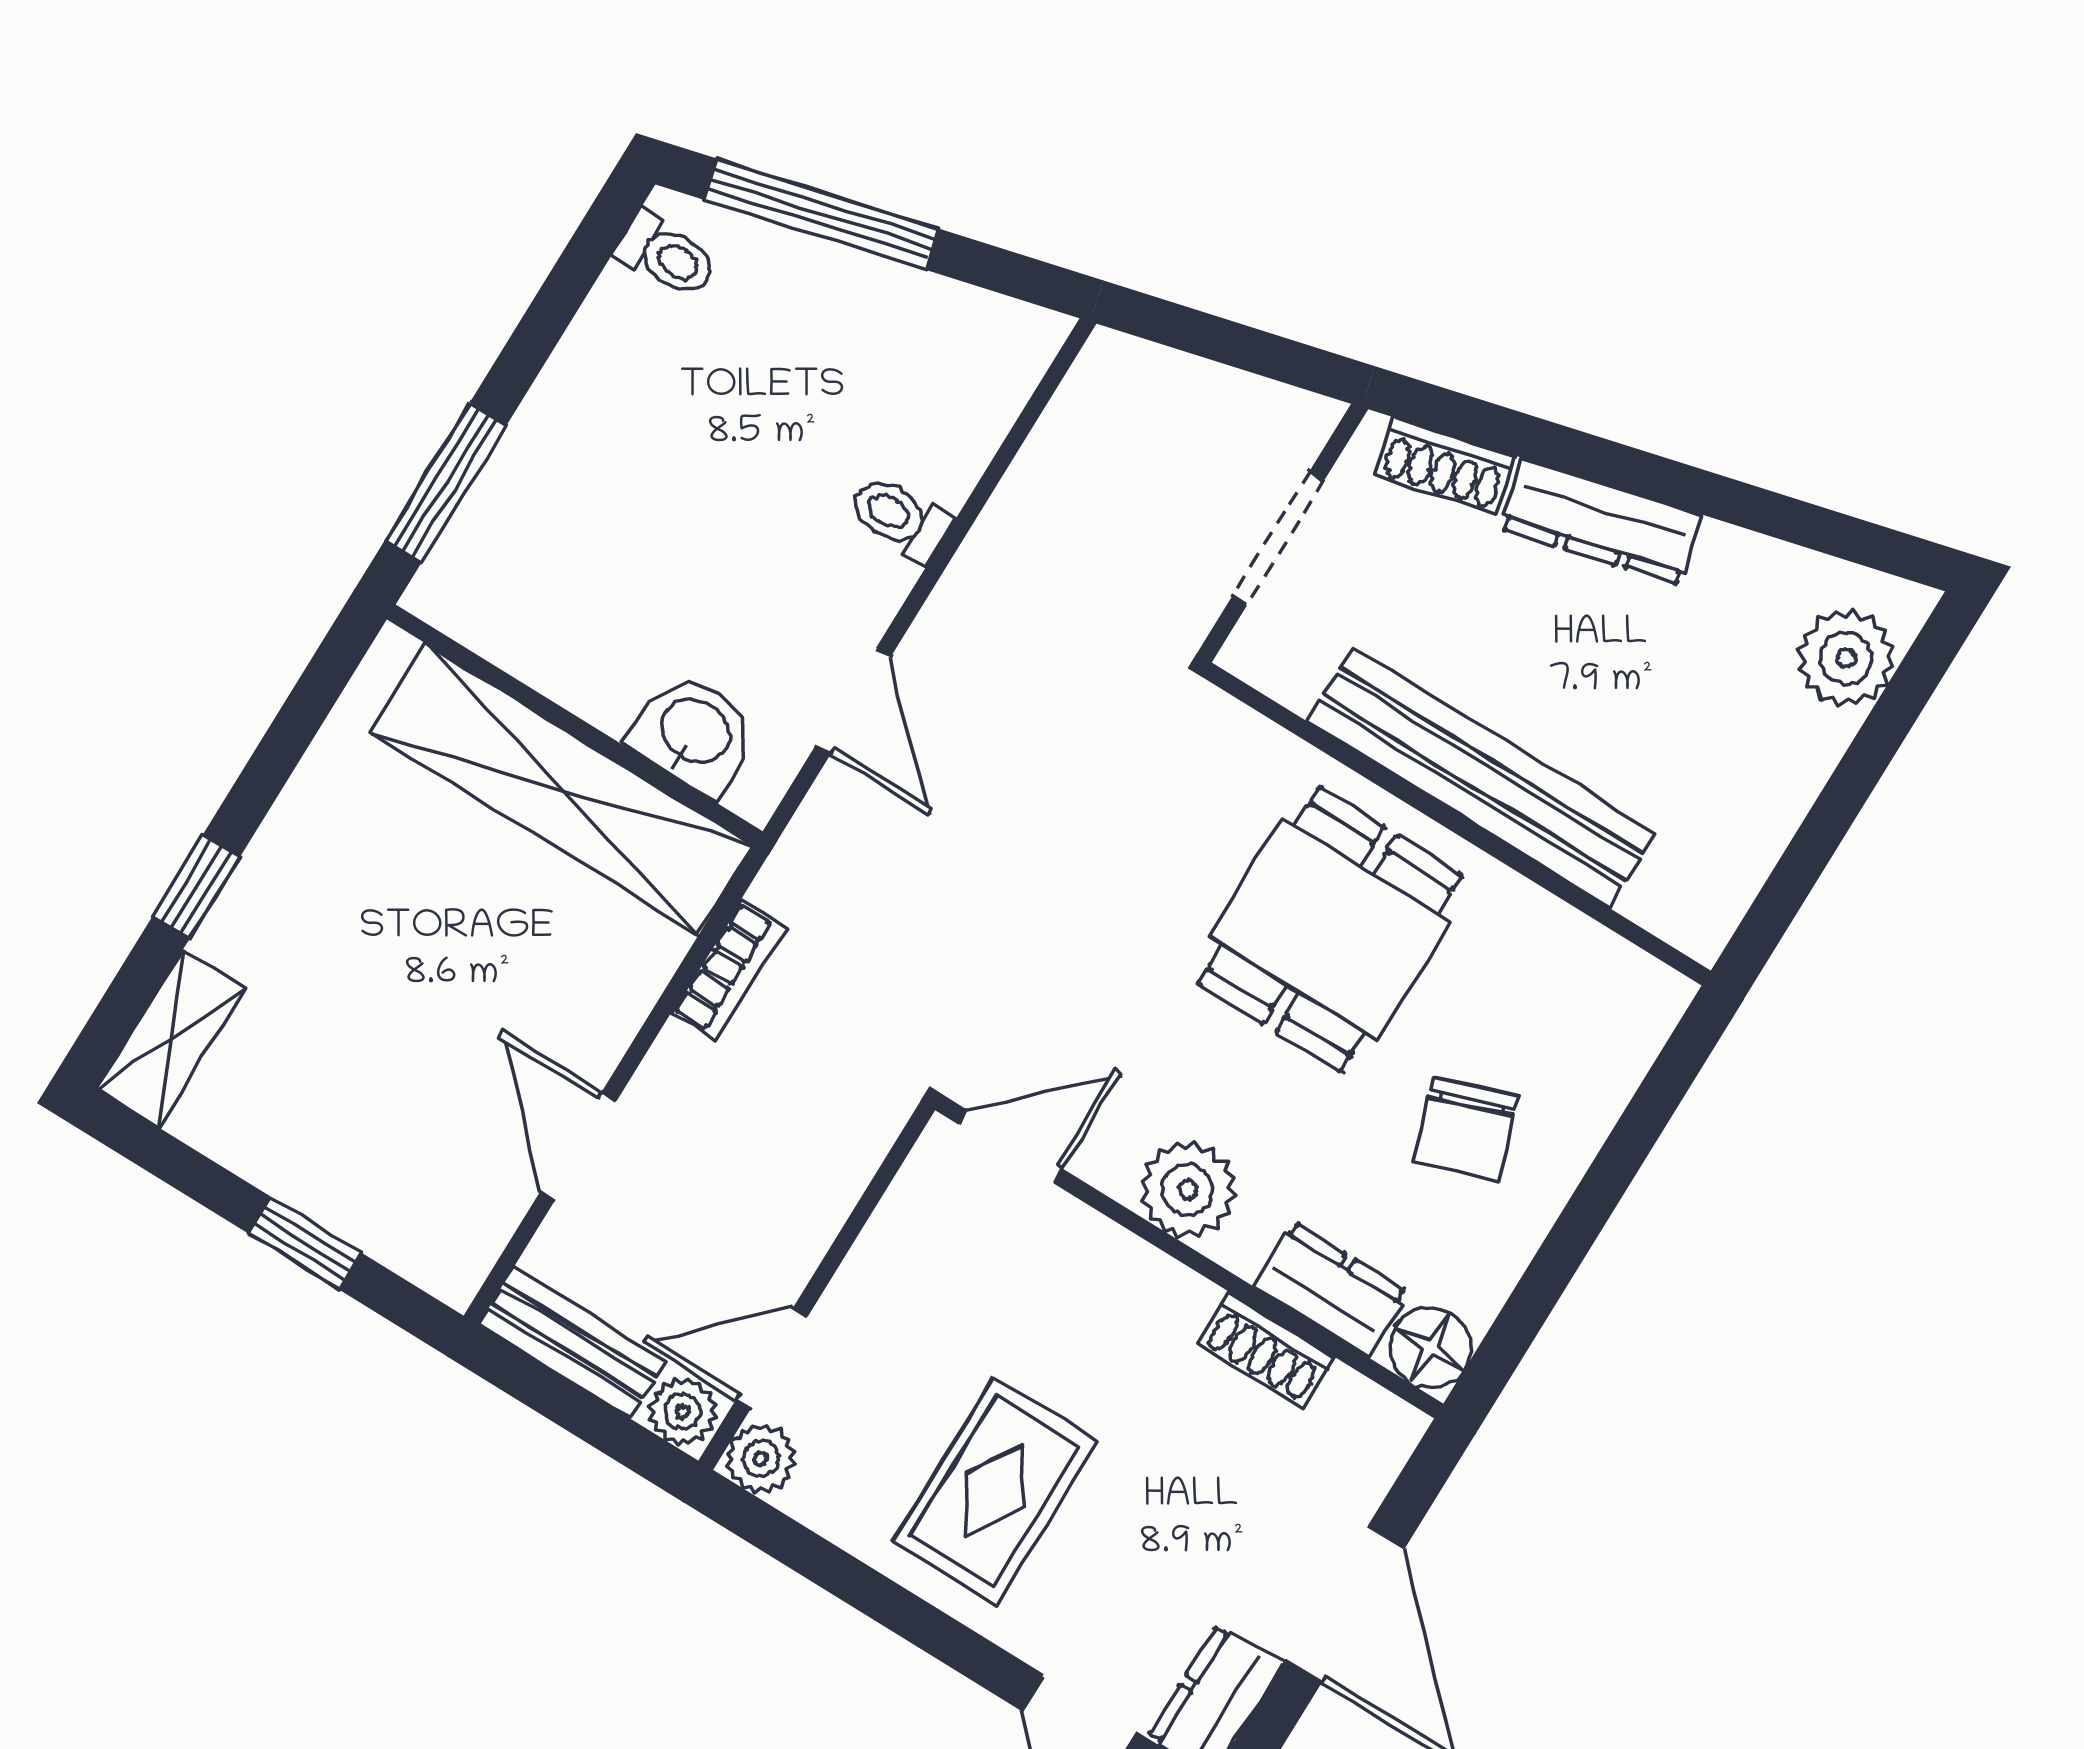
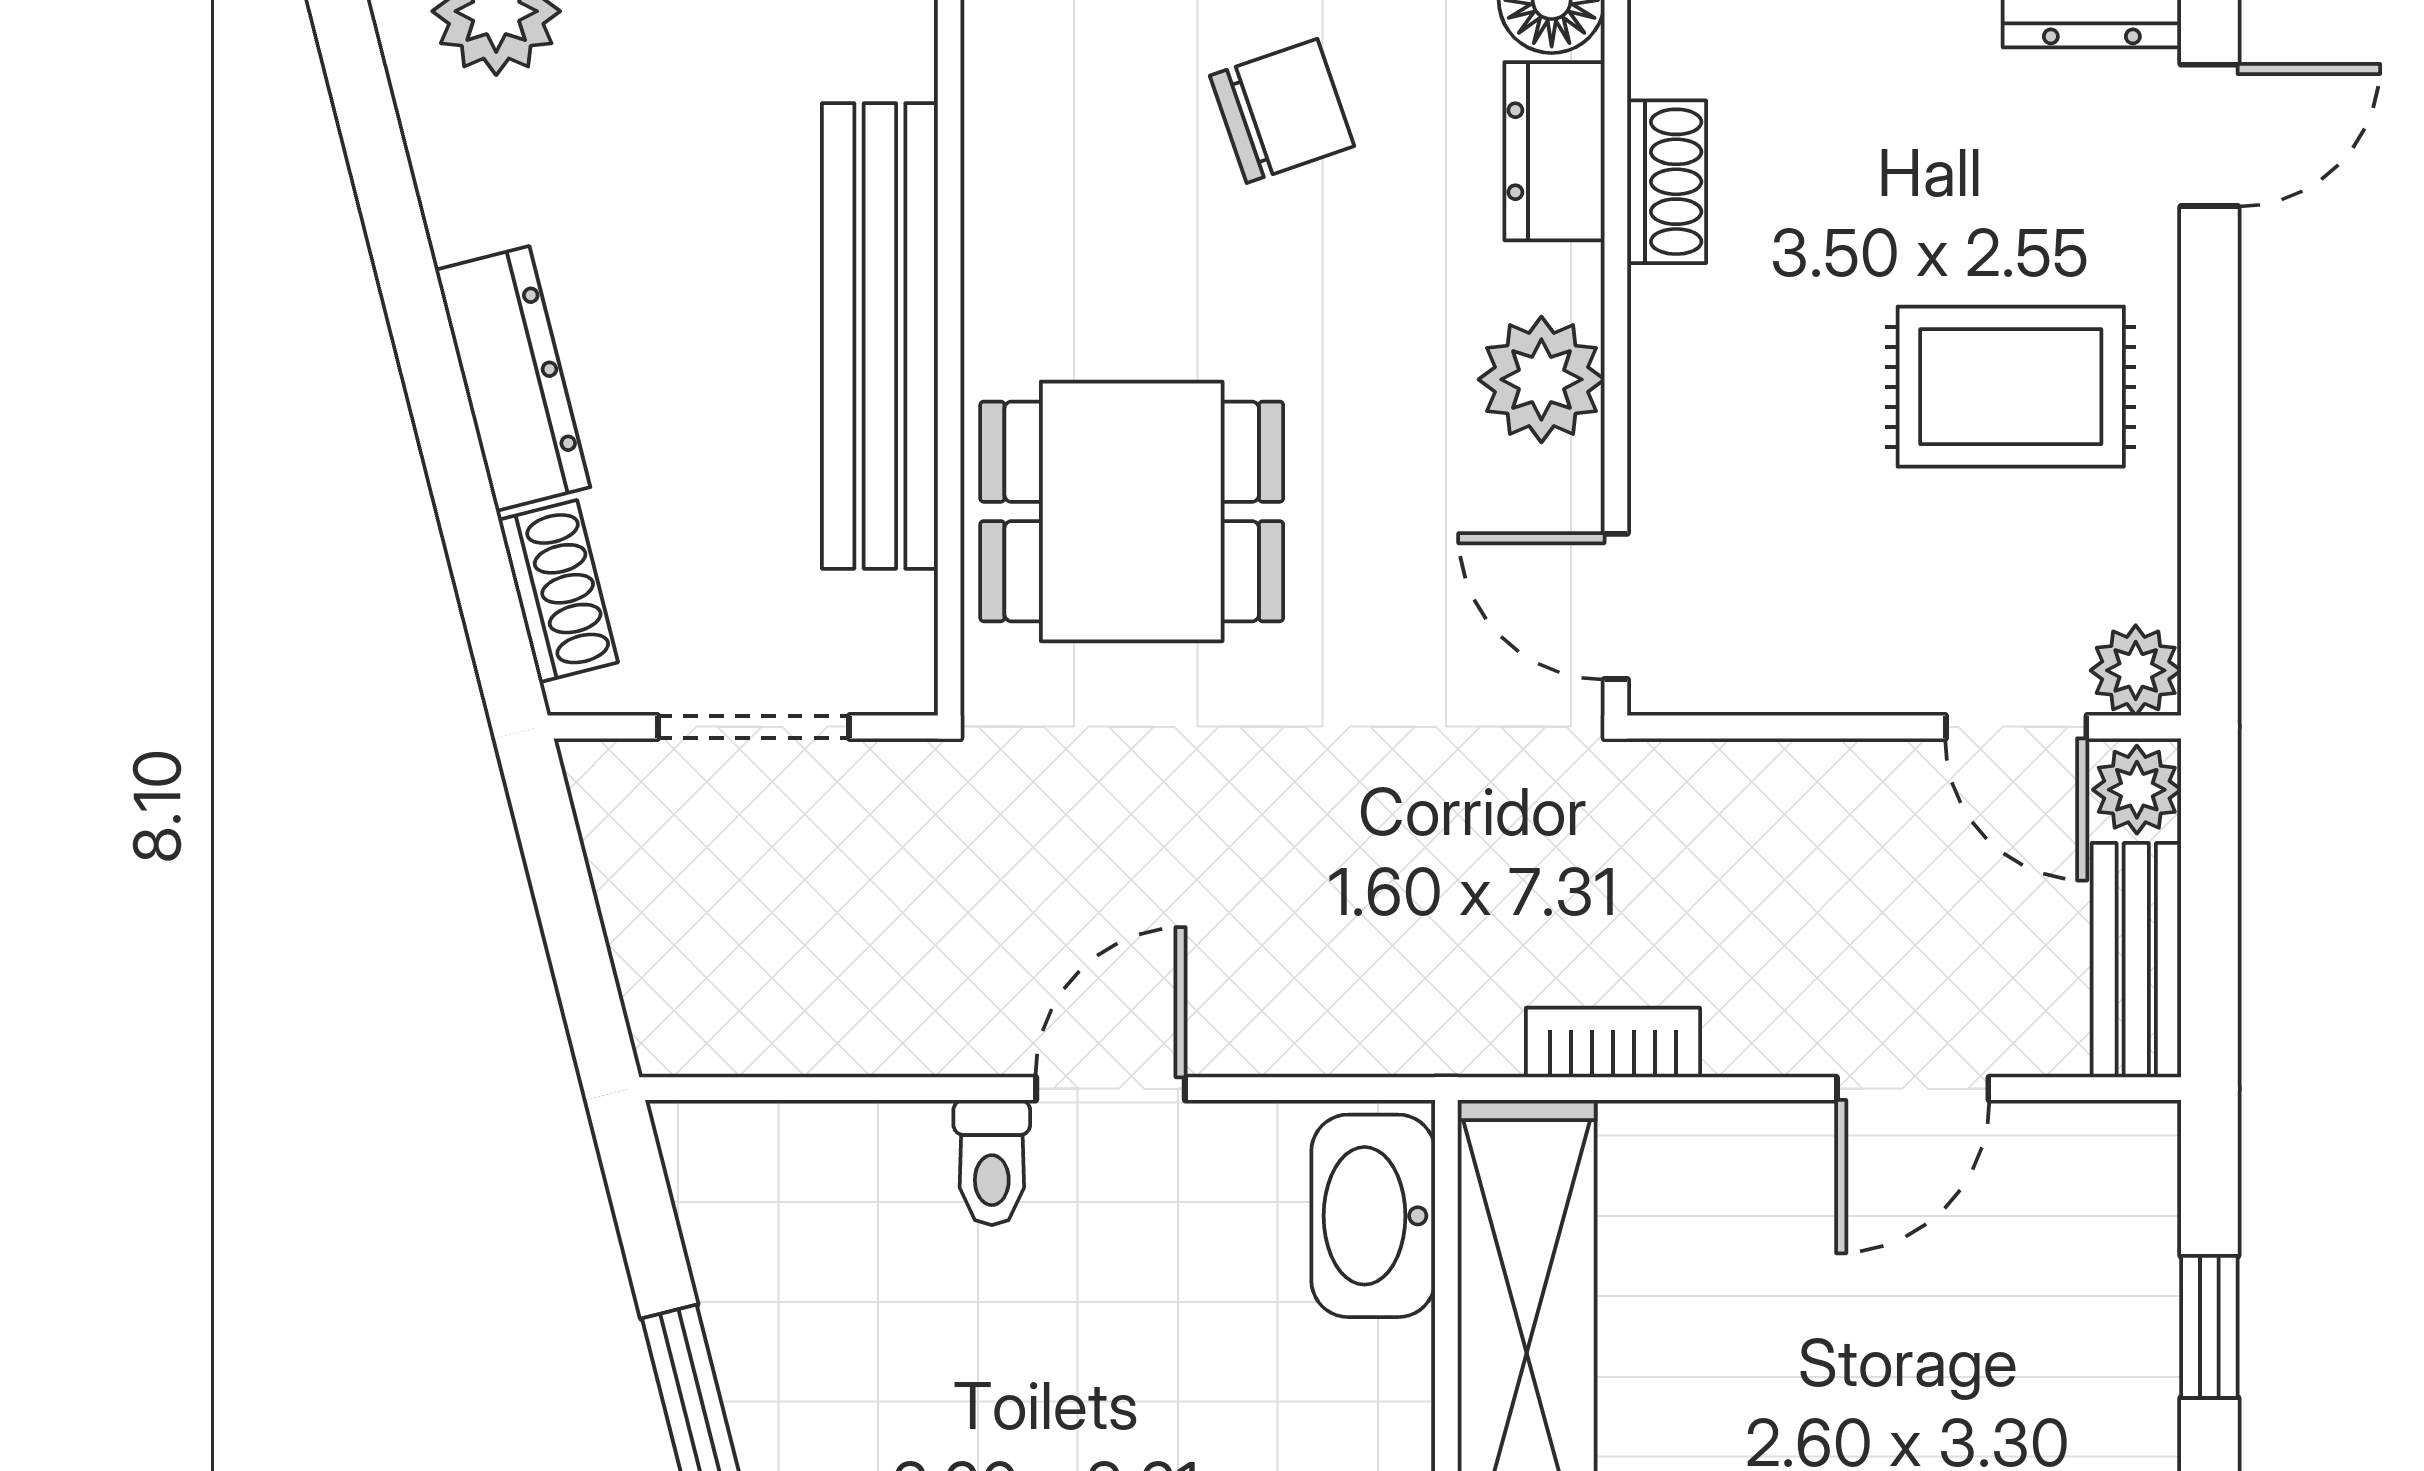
door: (853, 701) -> (1110, 1089), moved
washbasin: (694, 733) -> (1373, 1216), width x1.38
dining table: (1330, 929) -> (1132, 511), moved

